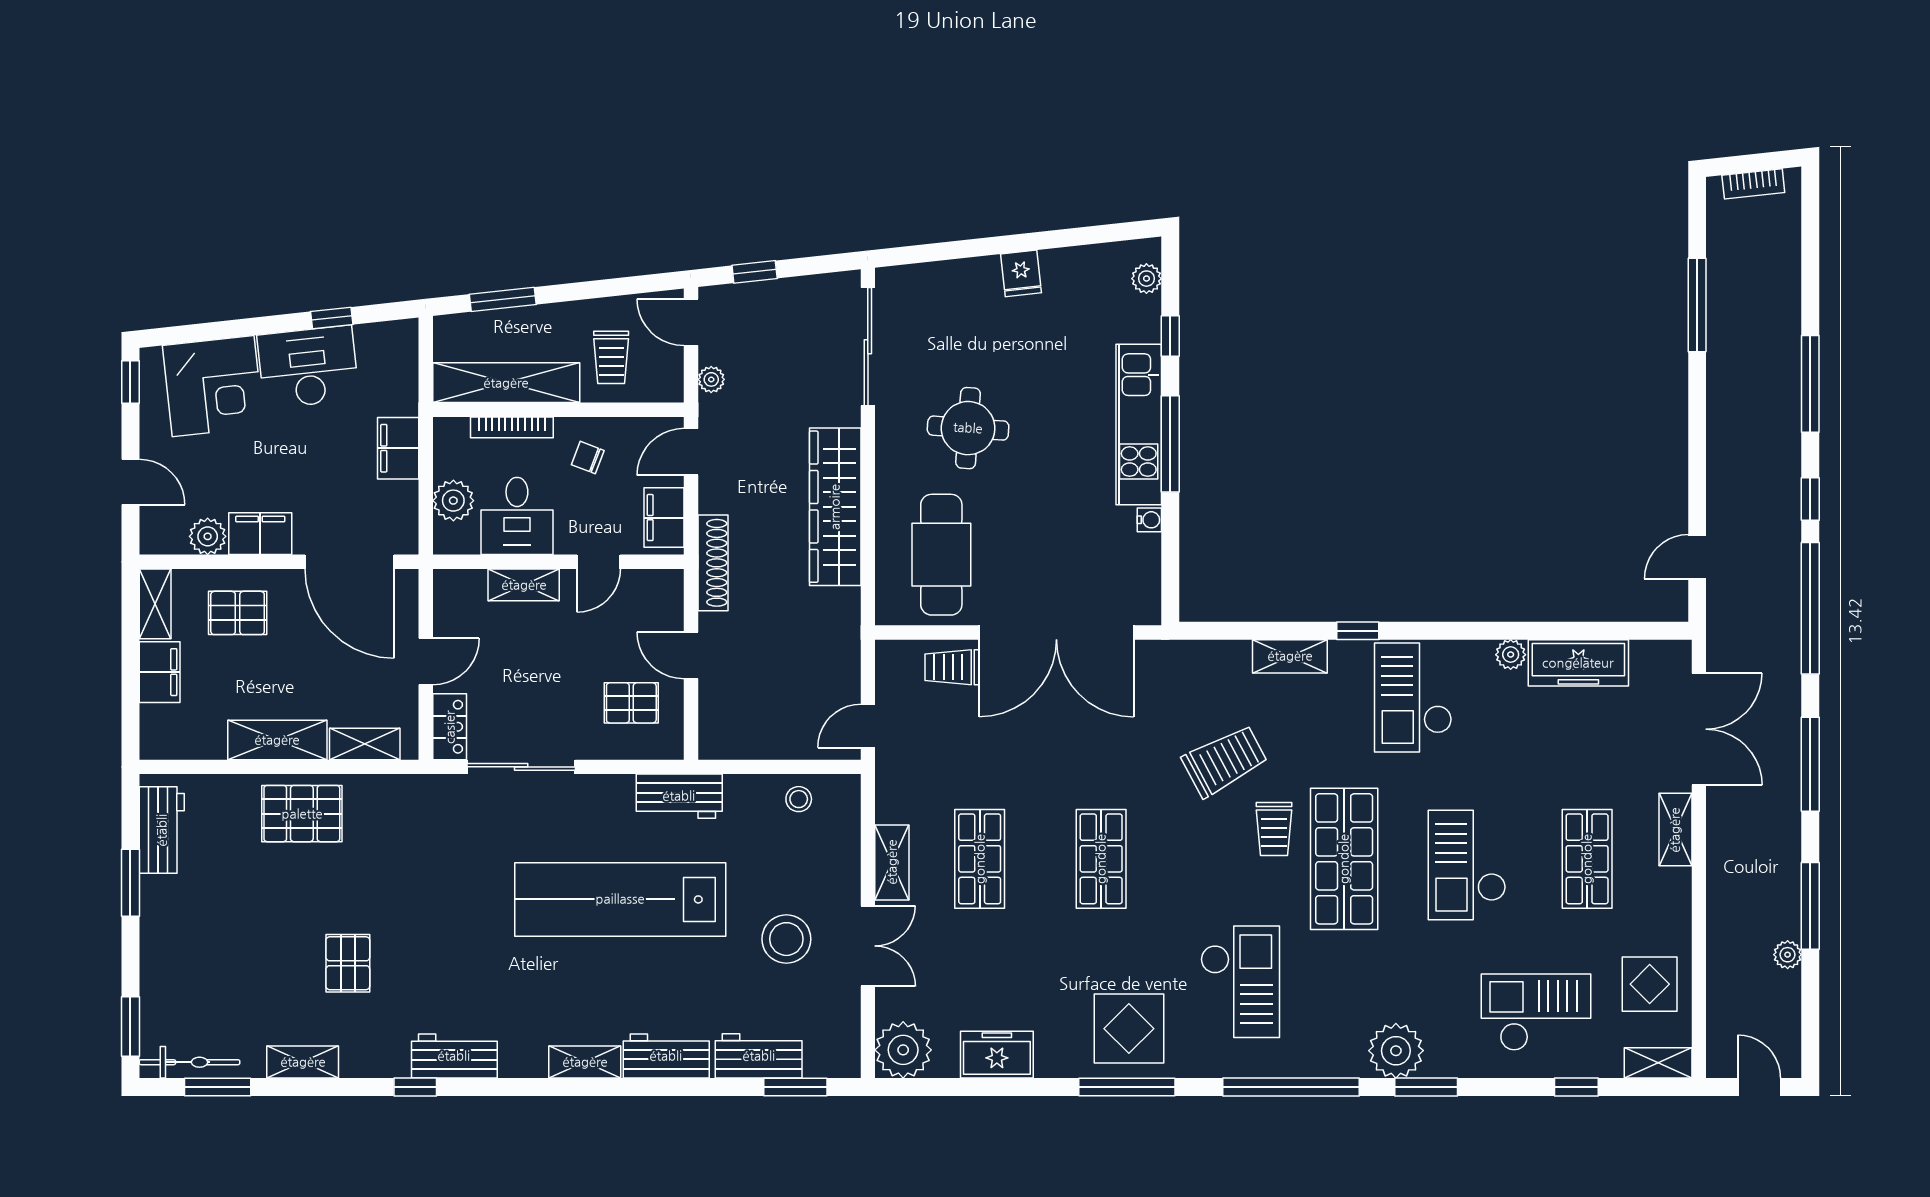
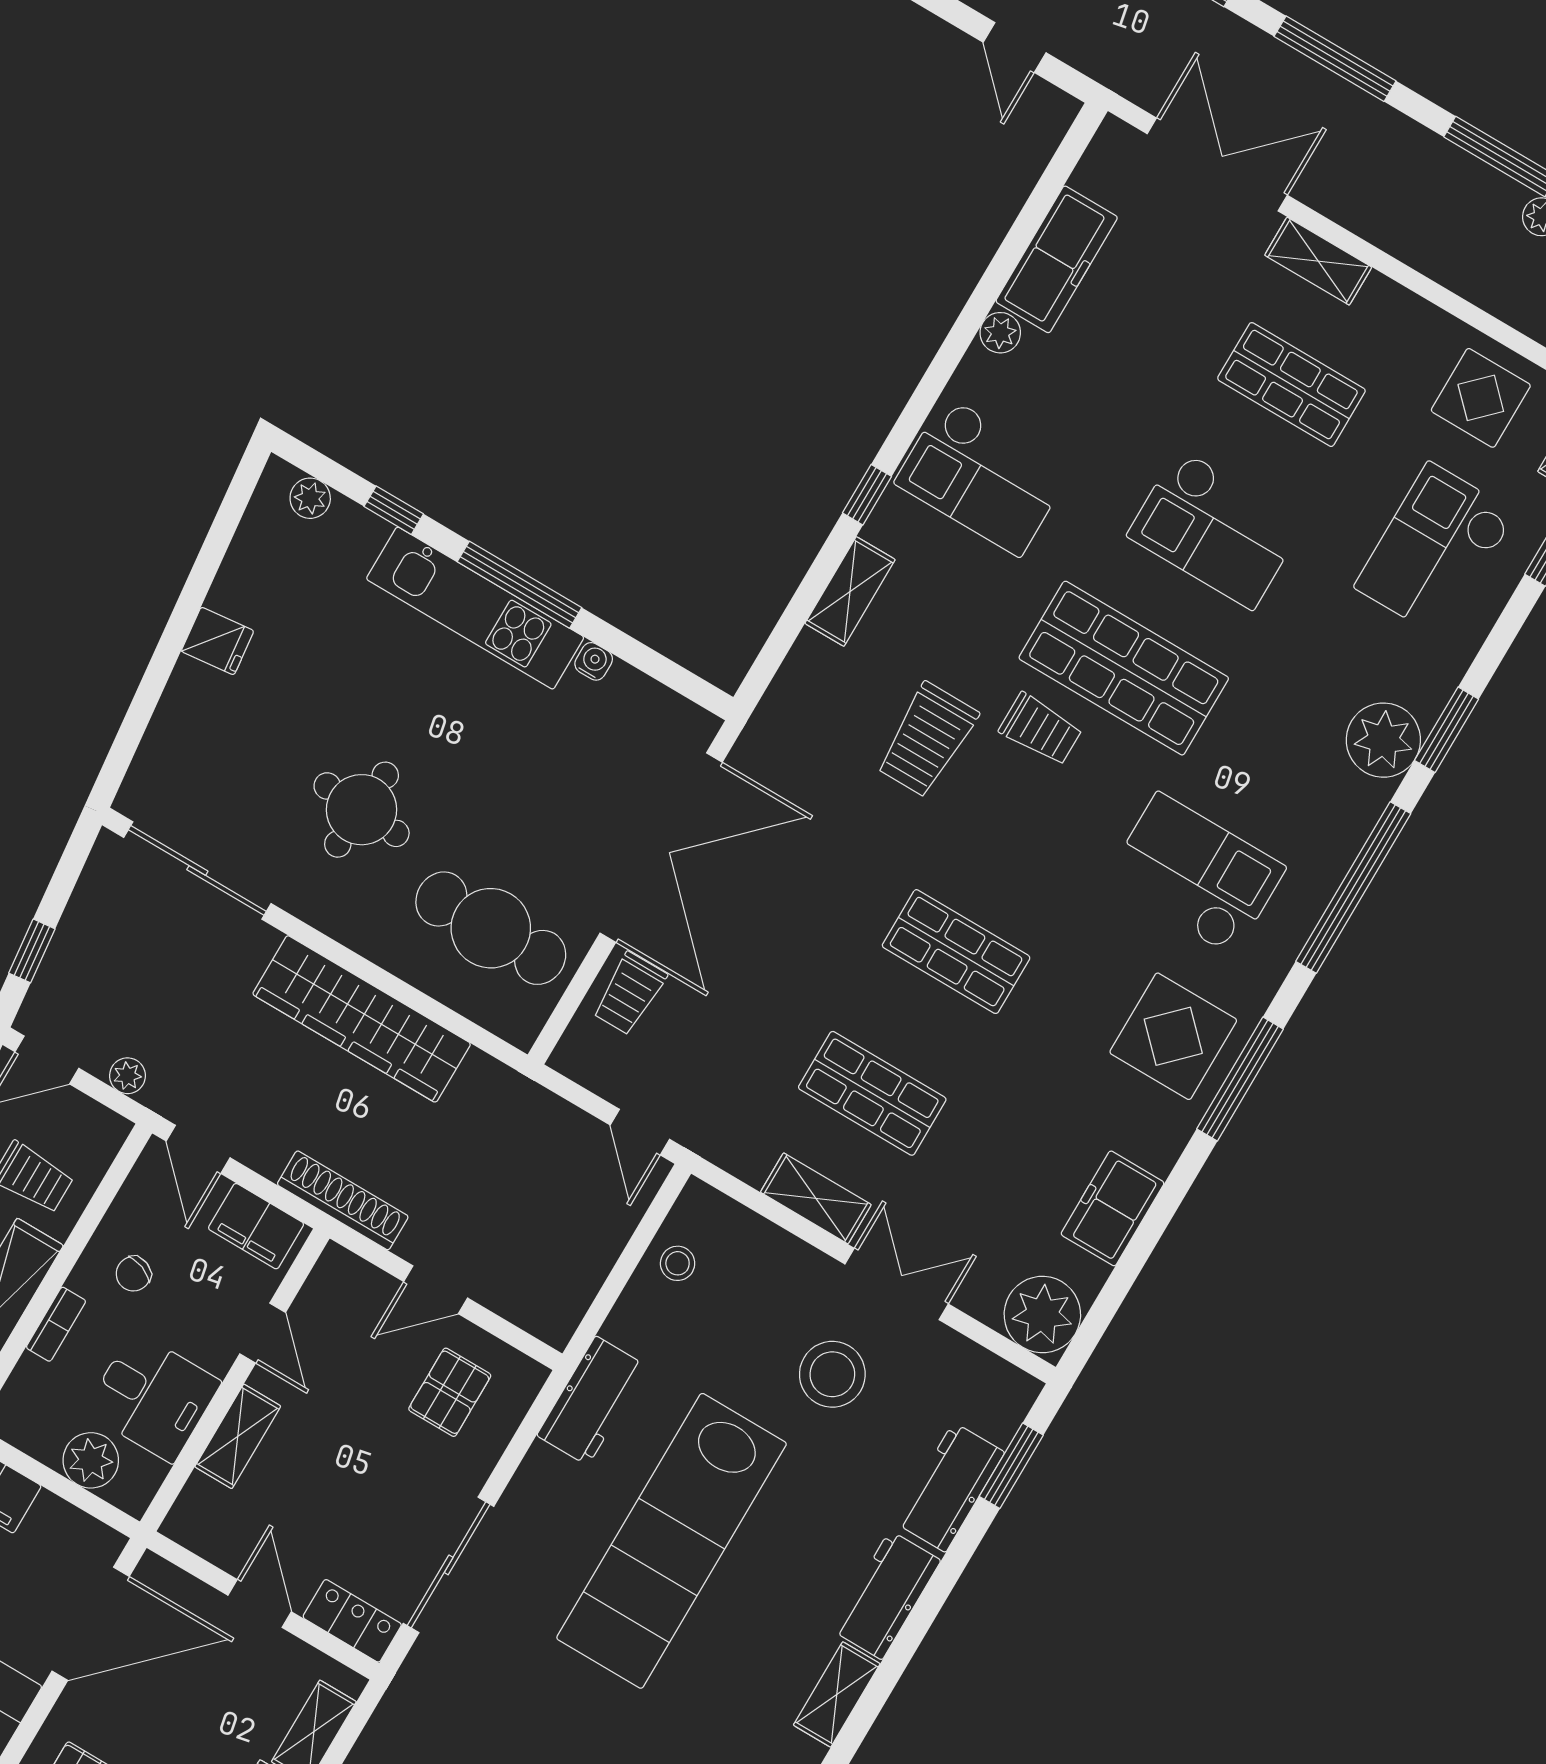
bookcase: (512, 427) -> (56, 1324), width x0.64
trolley: (1225, 761) -> (927, 740), turned -152

